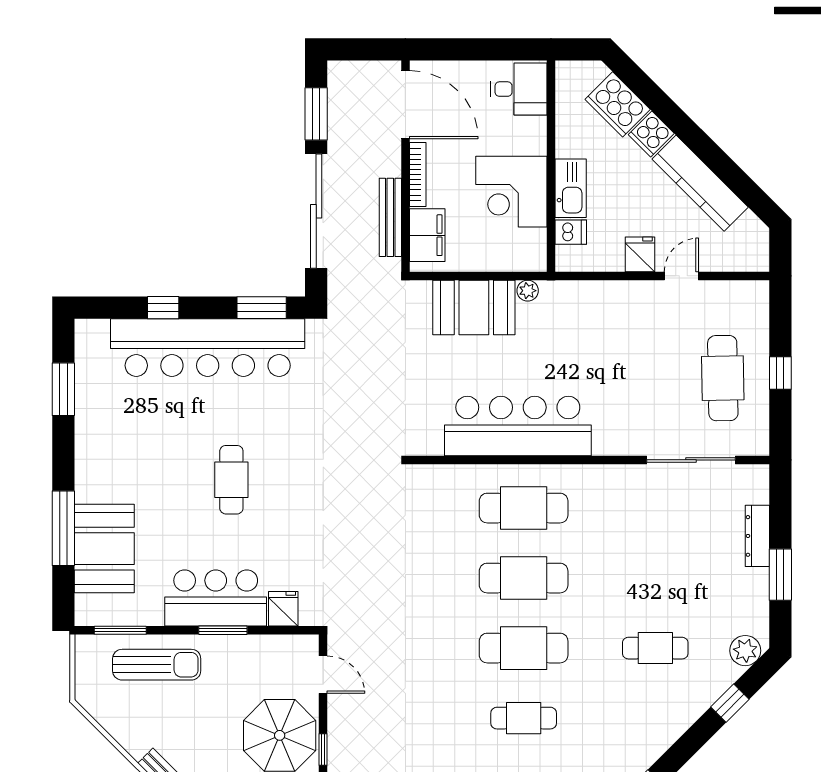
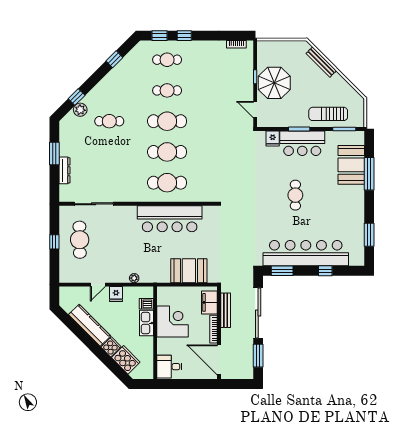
plant: (528, 291) -> (134, 278), moved
plant: (745, 651) -> (80, 110), moved

